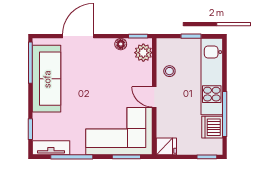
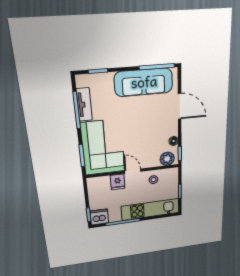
door: (154, 97) -> (133, 171), hinge flipped
dishwasher: (212, 127) -> (99, 217), moved
fridge: (166, 146) -> (118, 182), moved
tv unit: (51, 148) -> (84, 104), moved

